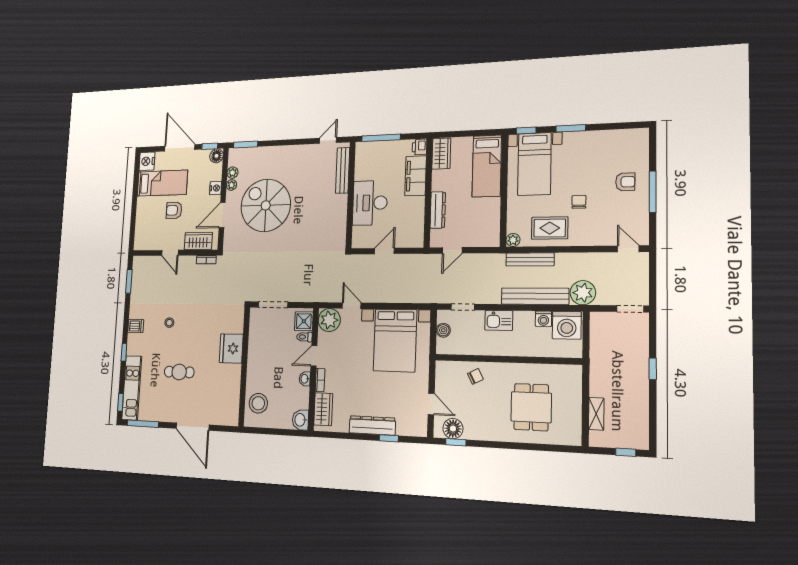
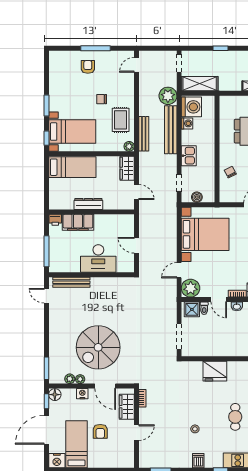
wardrobe: (441, 154) -> (127, 168), moved, turned -90
dresser: (438, 210) -> (88, 204), moved
shelving: (600, 337) -> (200, 84), added

